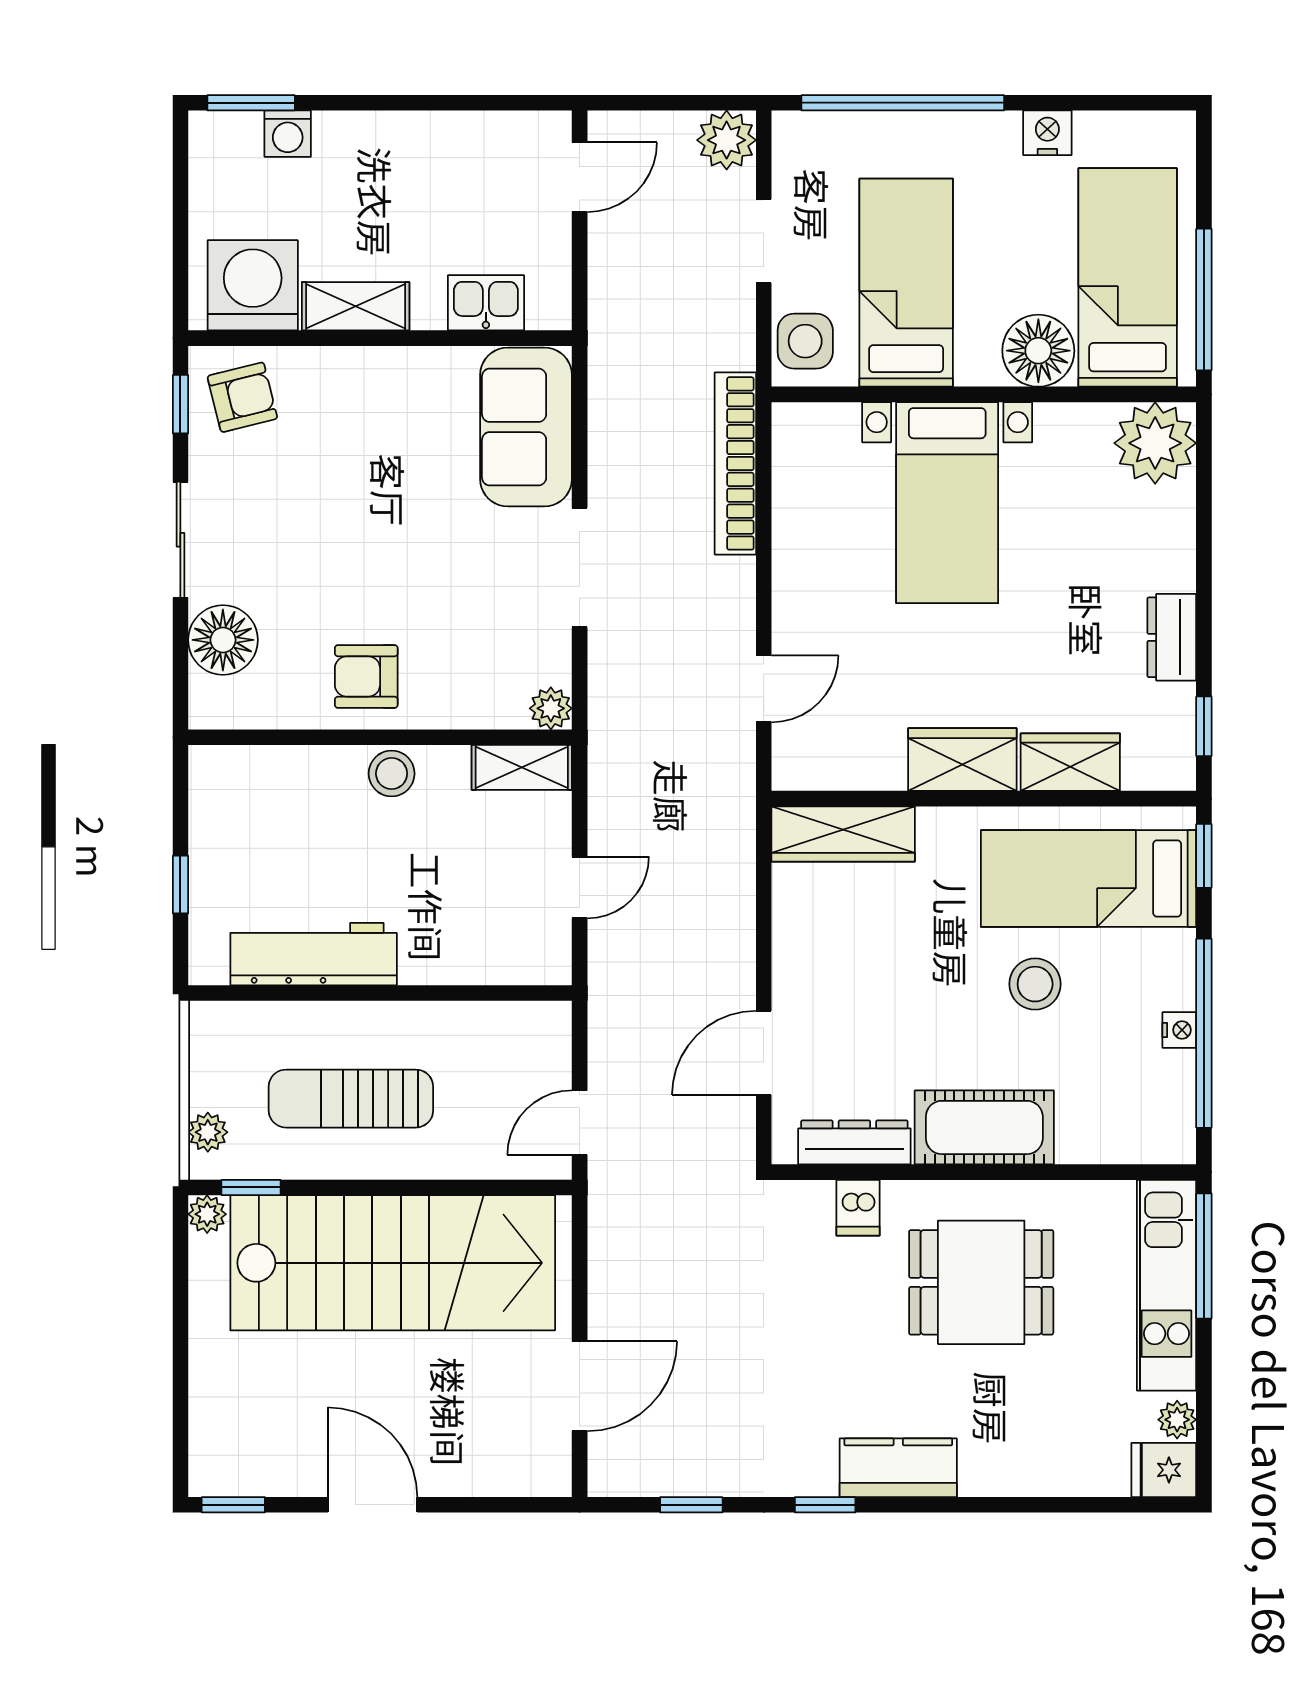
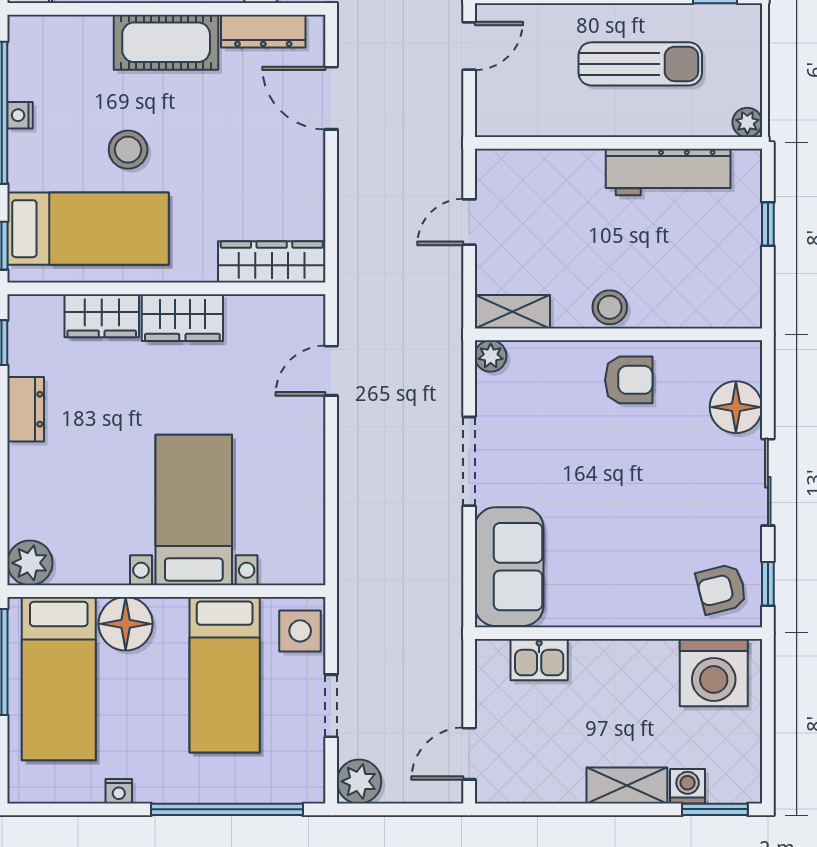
nightstand: (1047, 133) -> (119, 791), width x0.72, depth x0.74
shelving: (356, 306) -> (627, 786), moved
plant: (1155, 443) -> (30, 563), width x0.73, depth x0.73
bookcase: (735, 463) -> (352, 539), removed
door: (764, 1053) -> (331, 98), swing flipped
plant: (208, 1132) -> (747, 122), moved

